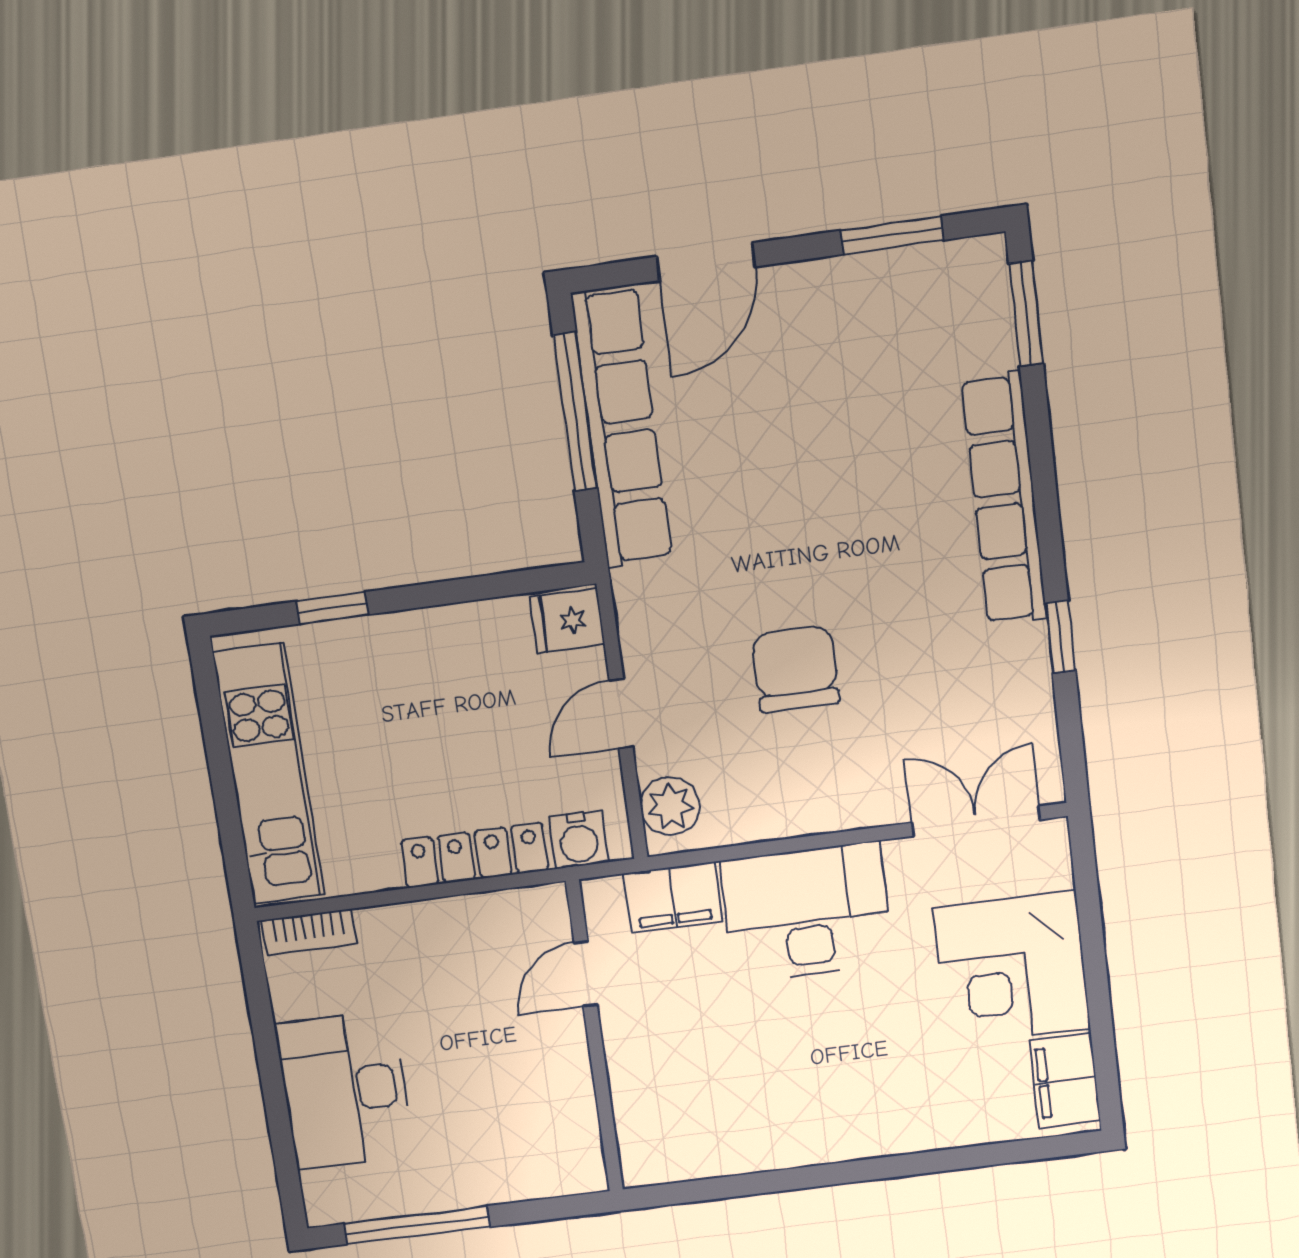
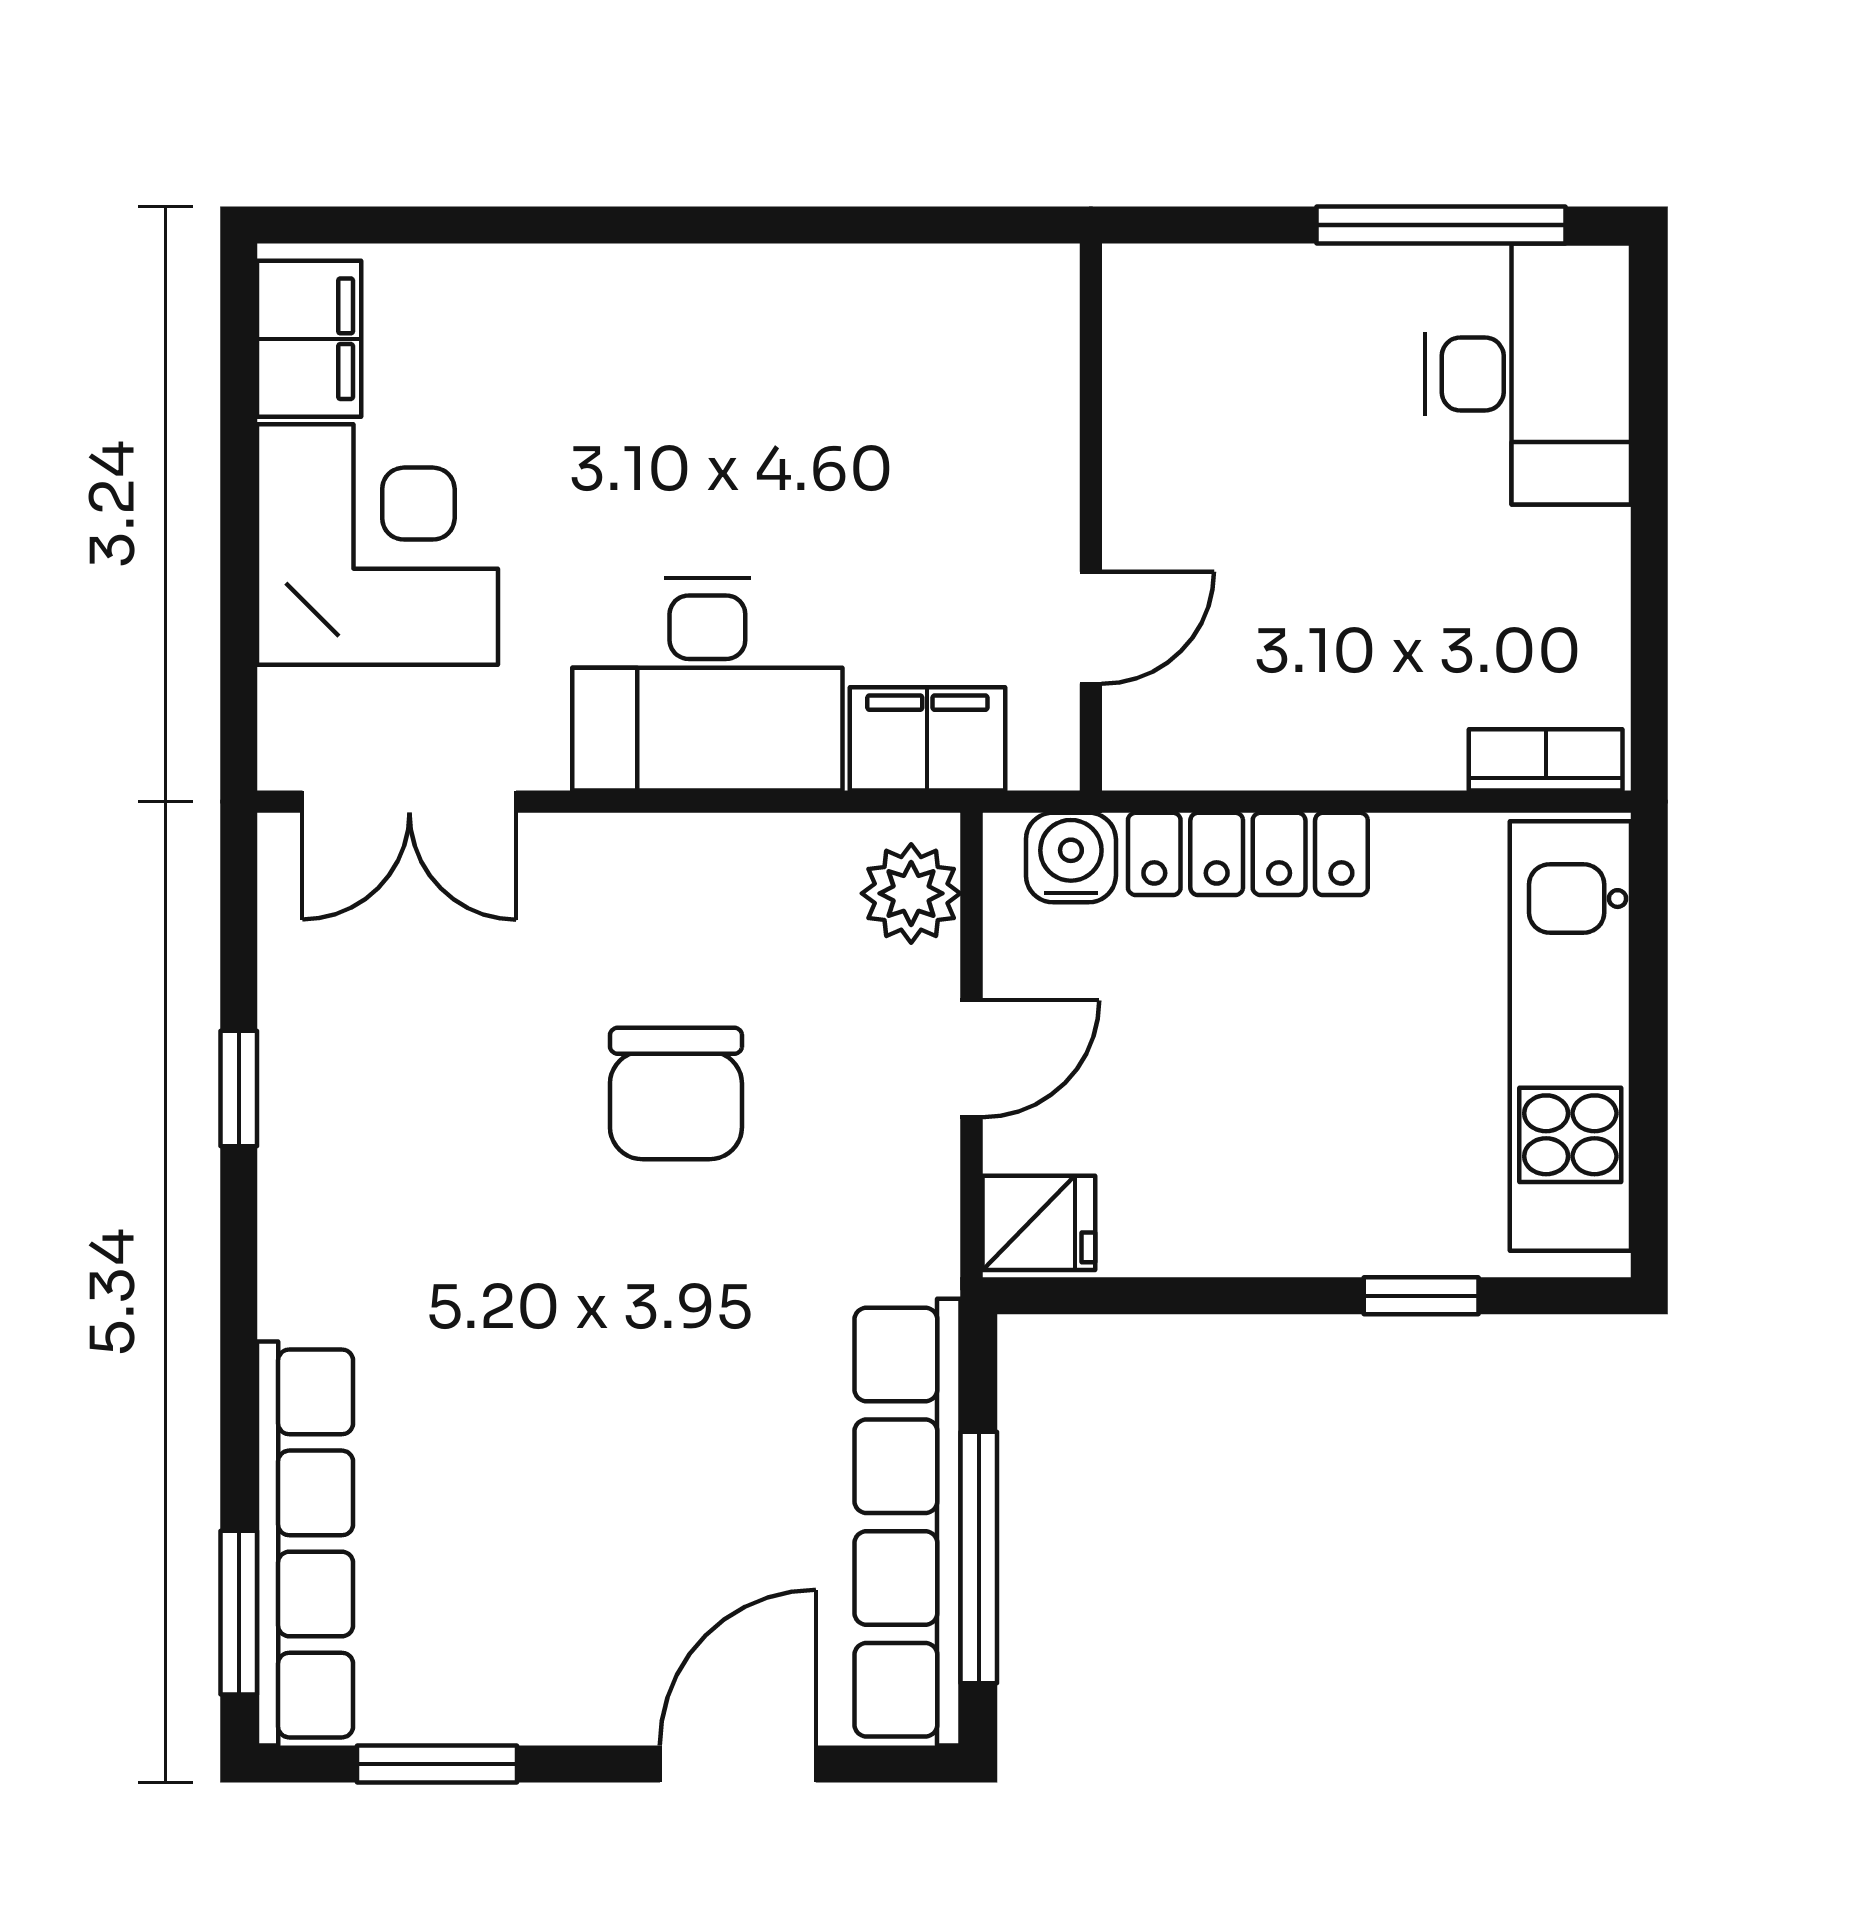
row of seats: (1004, 499) -> (305, 1543), moved
desk: (345, 1090) -> (1528, 374), moved

